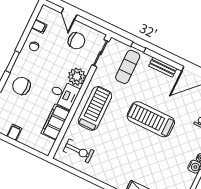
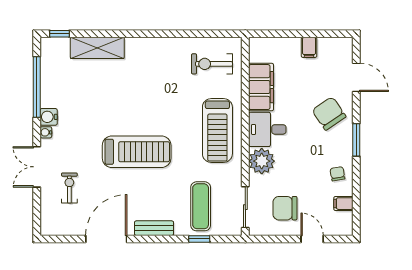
chair: (21, 86) -> (329, 113), turned -124

